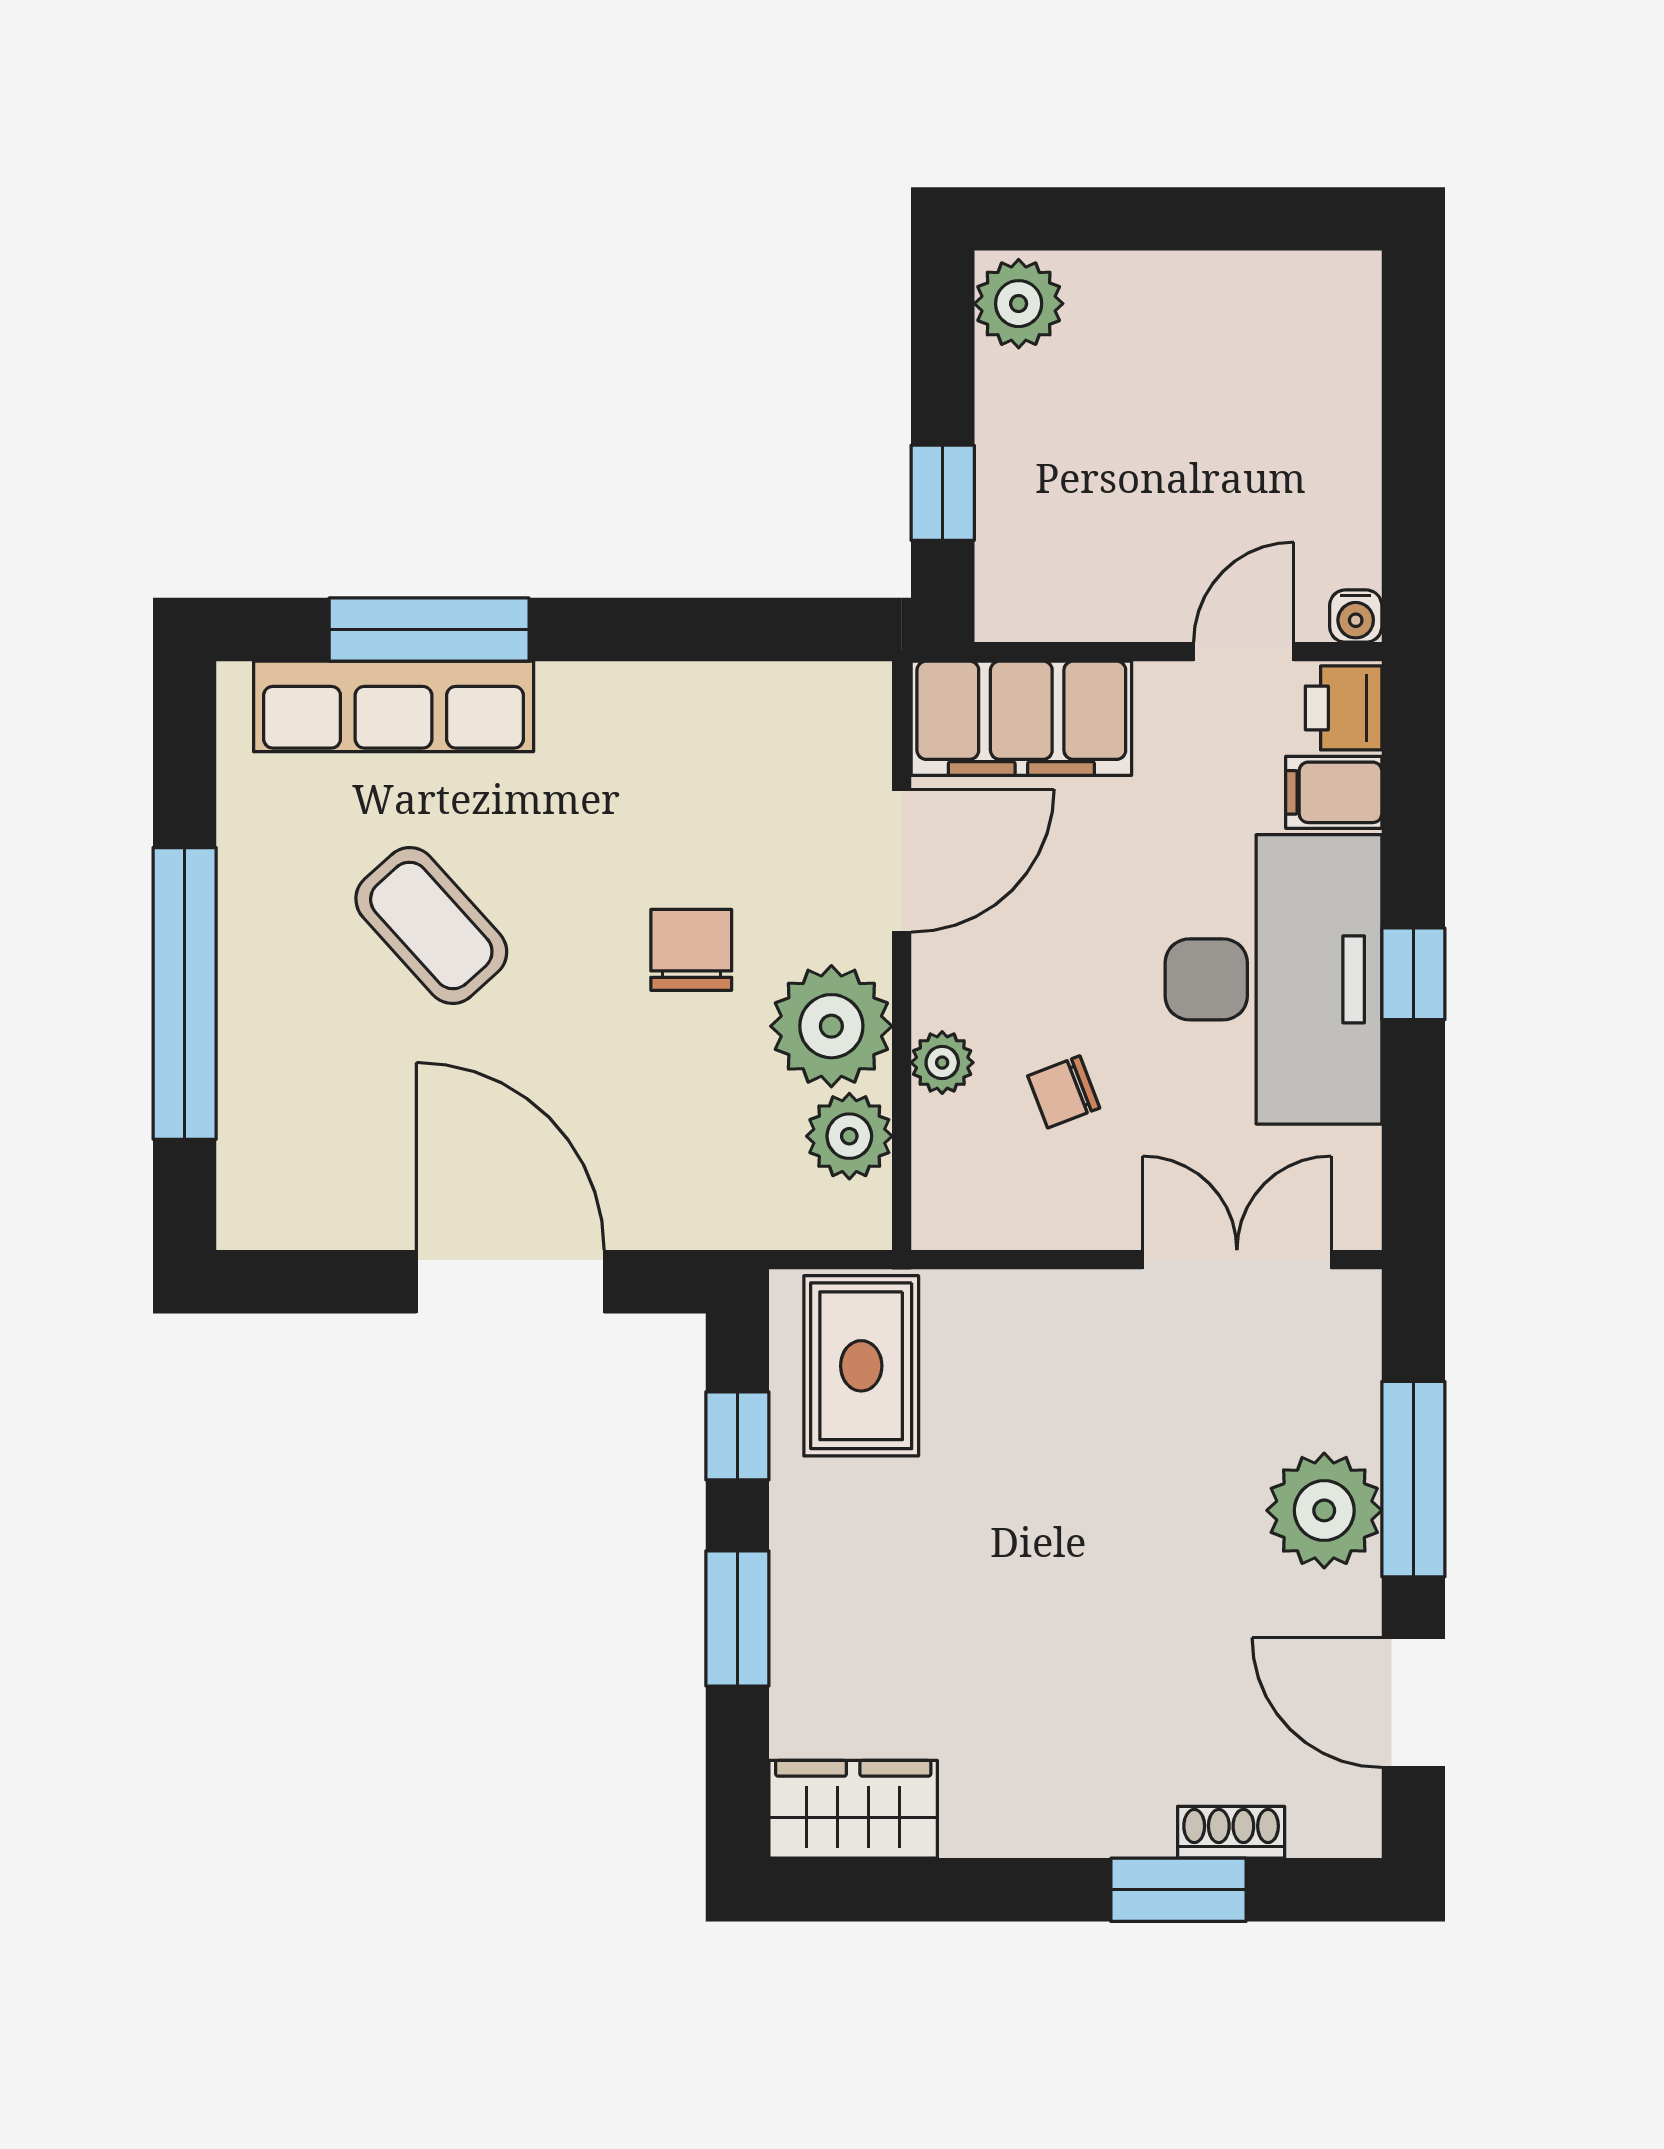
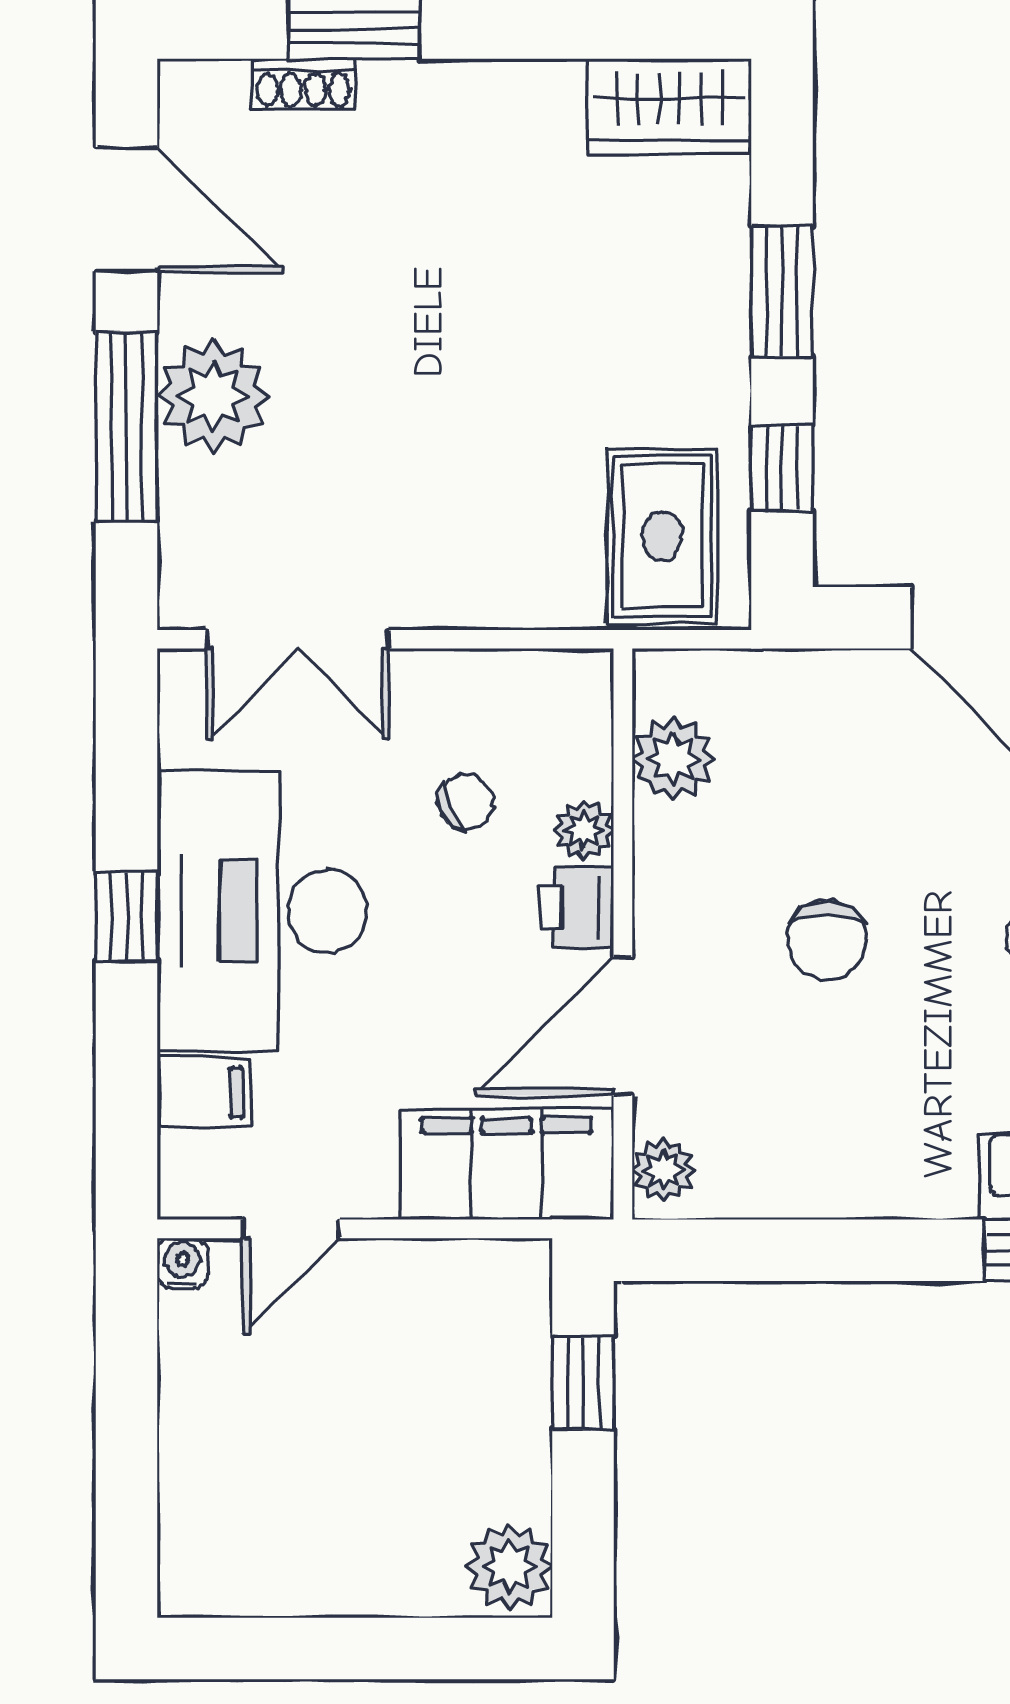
printer: (1344, 708) -> (577, 907), moved, turned 180
plant: (831, 1026) -> (663, 1170), moved, width x0.53, depth x0.53

